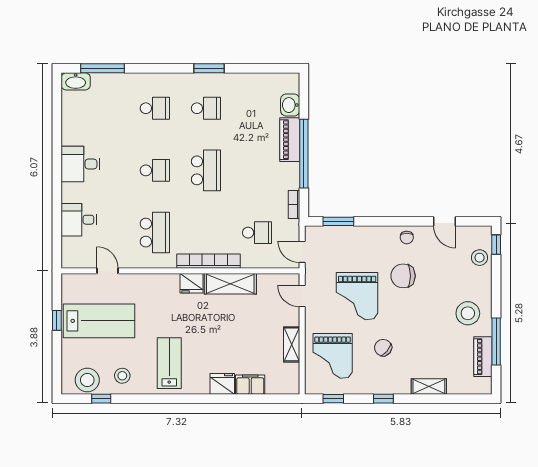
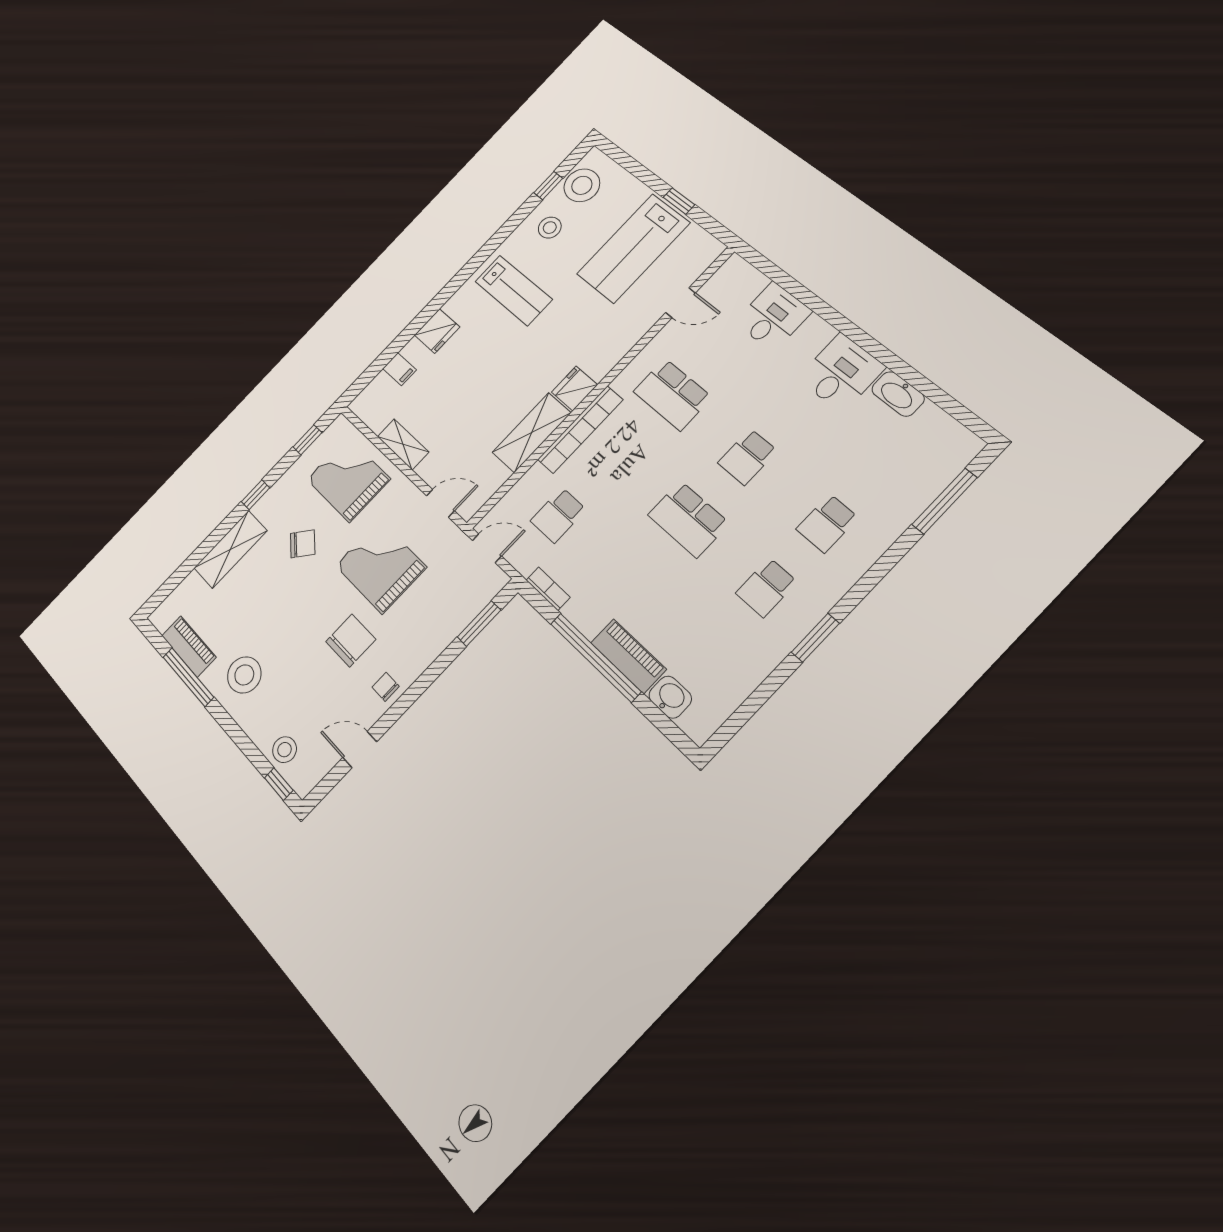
washbasin: (76, 81) -> (898, 394), moved, turned -90
filing cabinet: (250, 385) -> (400, 369), width x0.50
shelving: (429, 386) -> (230, 549), width x1.50, depth x1.33

